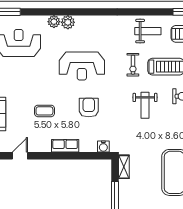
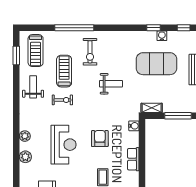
plant: (54, 22) -> (25, 136), moved
weight bench: (145, 105) -> (111, 84), moved
armchair: (89, 108) -> (100, 139), turned 90

